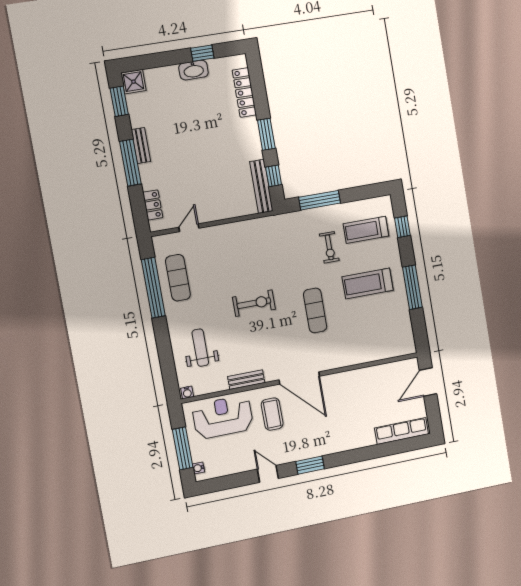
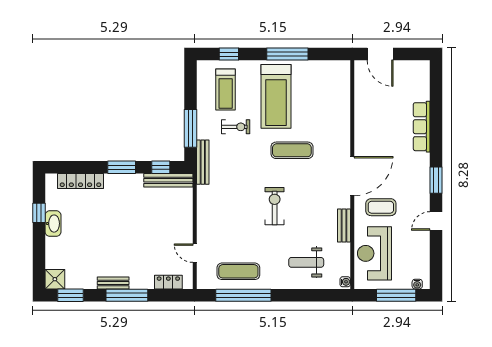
bench: (287, 219) -> (203, 162), added
treadmill: (368, 284) -> (276, 96), width x1.37, depth x1.37
row of seats: (402, 431) -> (422, 127), moved

